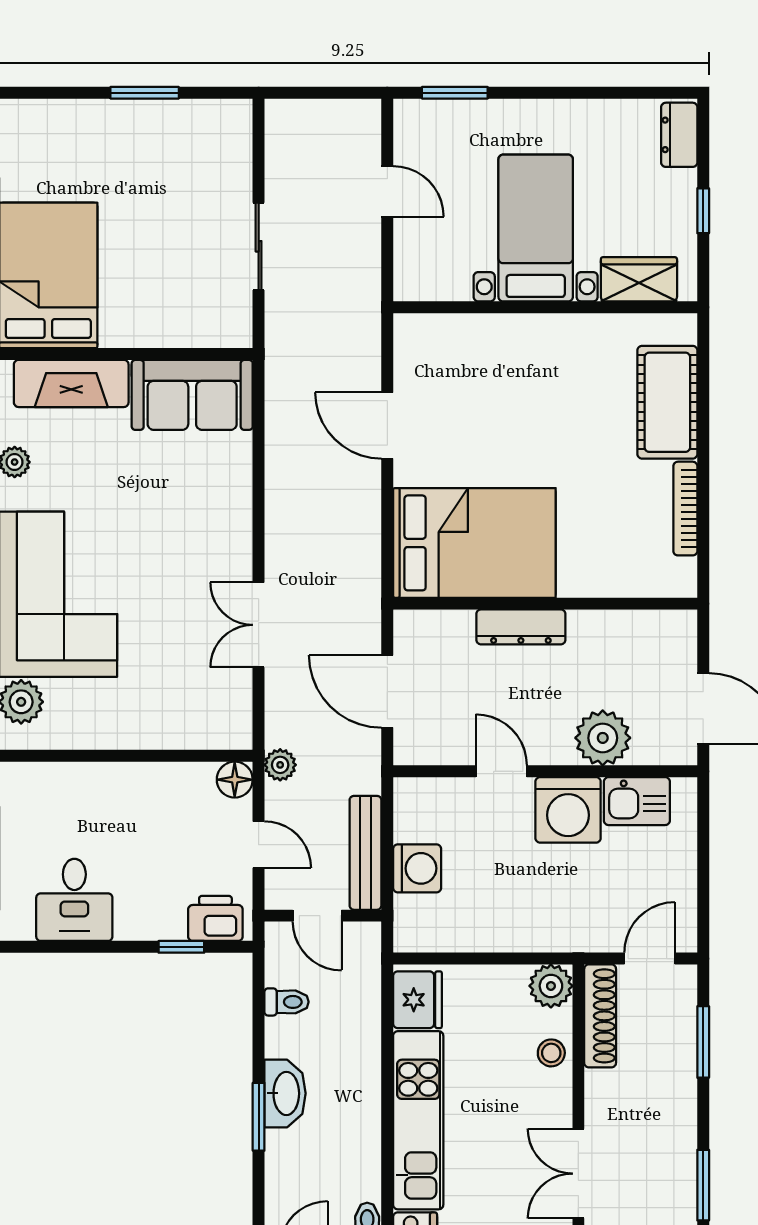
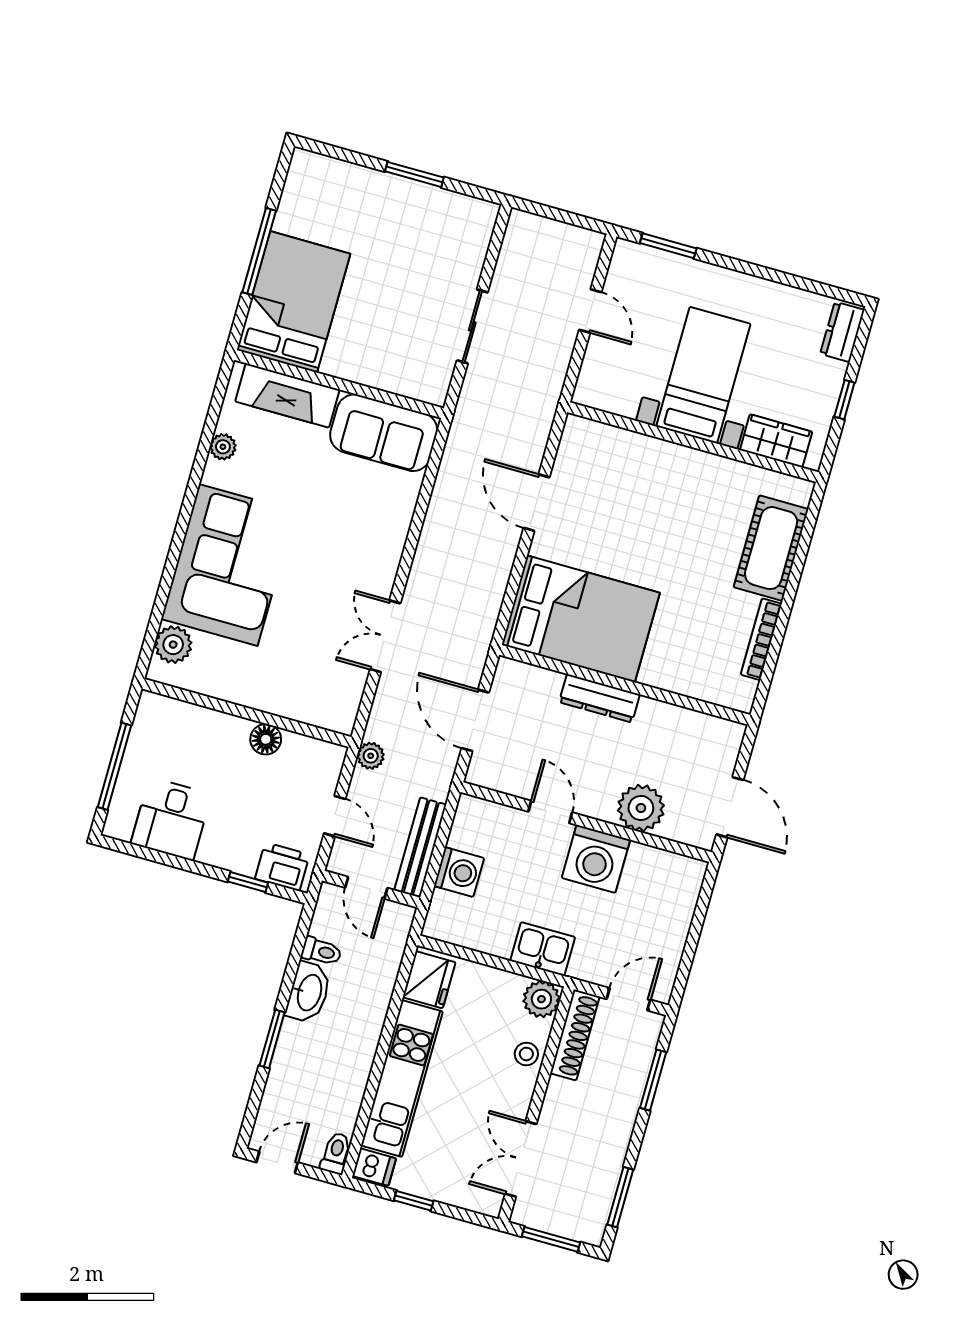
floor lamp: (235, 780) -> (266, 739), moved
kitchen sink: (637, 801) -> (543, 949), moved, turned 180
washbasin: (285, 1093) -> (309, 992), moved

